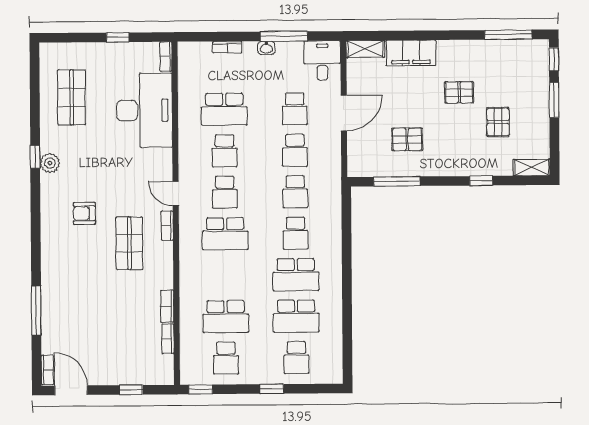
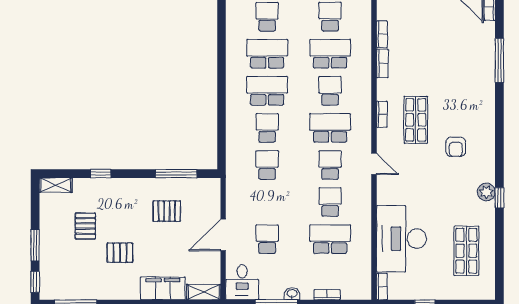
school desk: (295, 150) -> (330, 91), moved
armchair: (84, 213) -> (456, 147), turned 90
bookcase: (167, 226) -> (382, 114), moved

